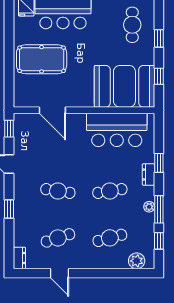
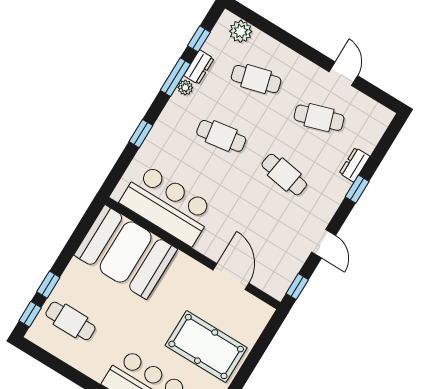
cafe table: (132, 25) -> (70, 321), turned 90
window: (159, 76) -> (30, 314), moved
dresser: (148, 175) -> (199, 67), moved
dresser: (19, 258) -> (355, 165), moved

